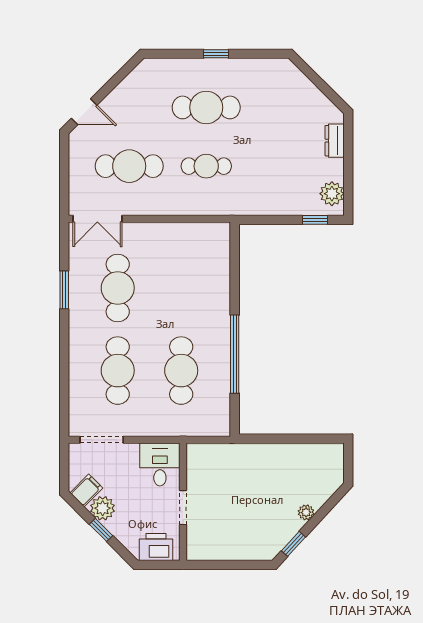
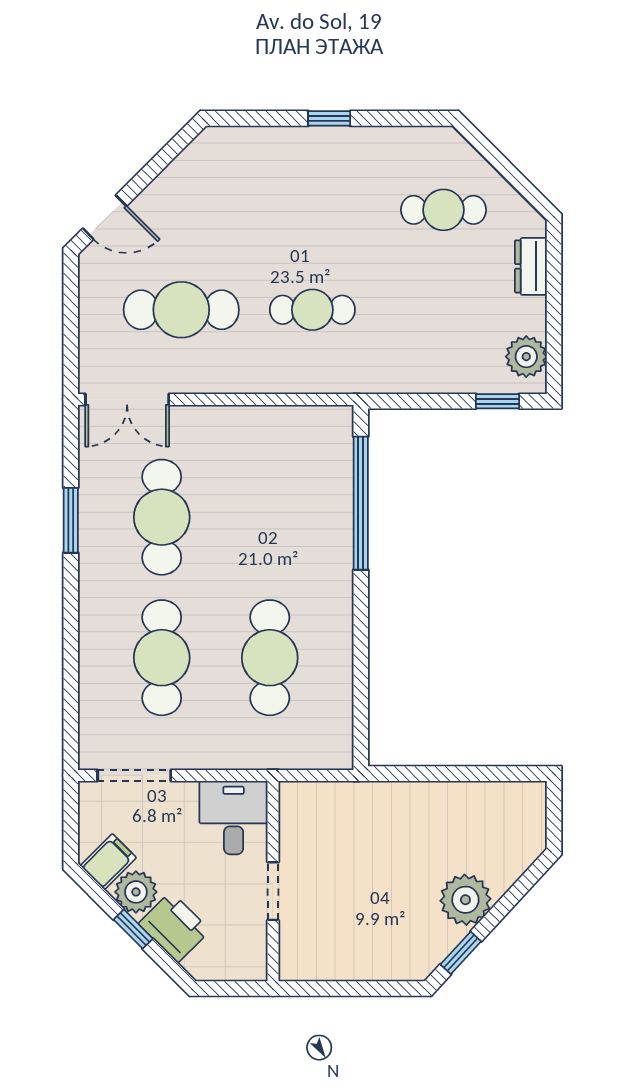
cafe table: (206, 107) -> (443, 210), moved, width x0.73, depth x0.74
window: (235, 354) -> (361, 503), moved
plant: (306, 512) -> (465, 900), width x1.87, depth x1.87
printer: (156, 547) -> (174, 927), moved, turned 45

